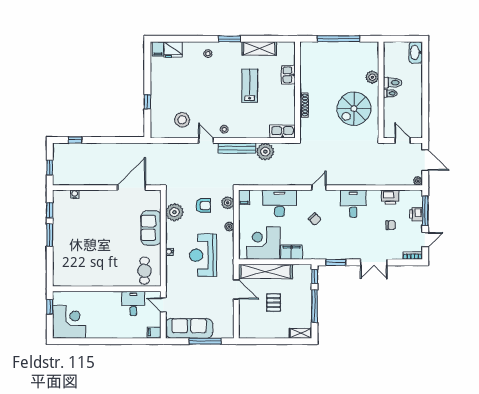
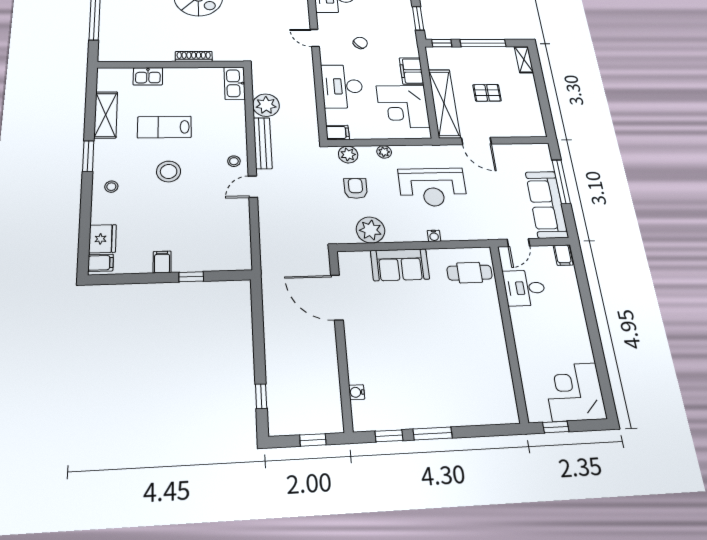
filing cabinet: (157, 85) -> (162, 262), added
stool: (182, 120) -> (169, 171), moved
door: (236, 289) -> (476, 141), swing flipped

